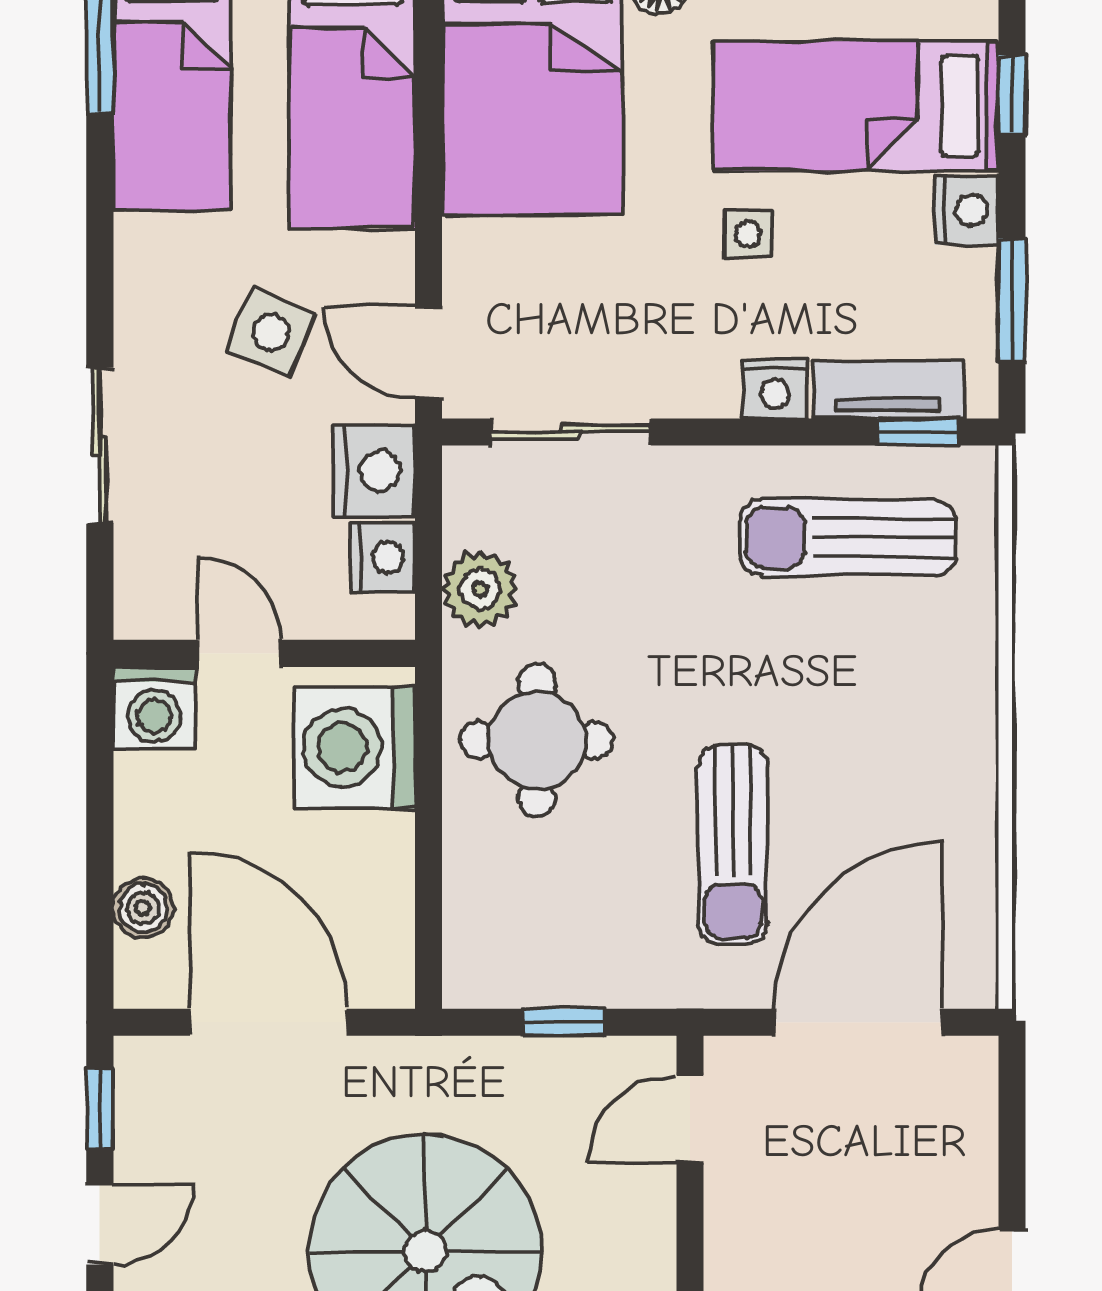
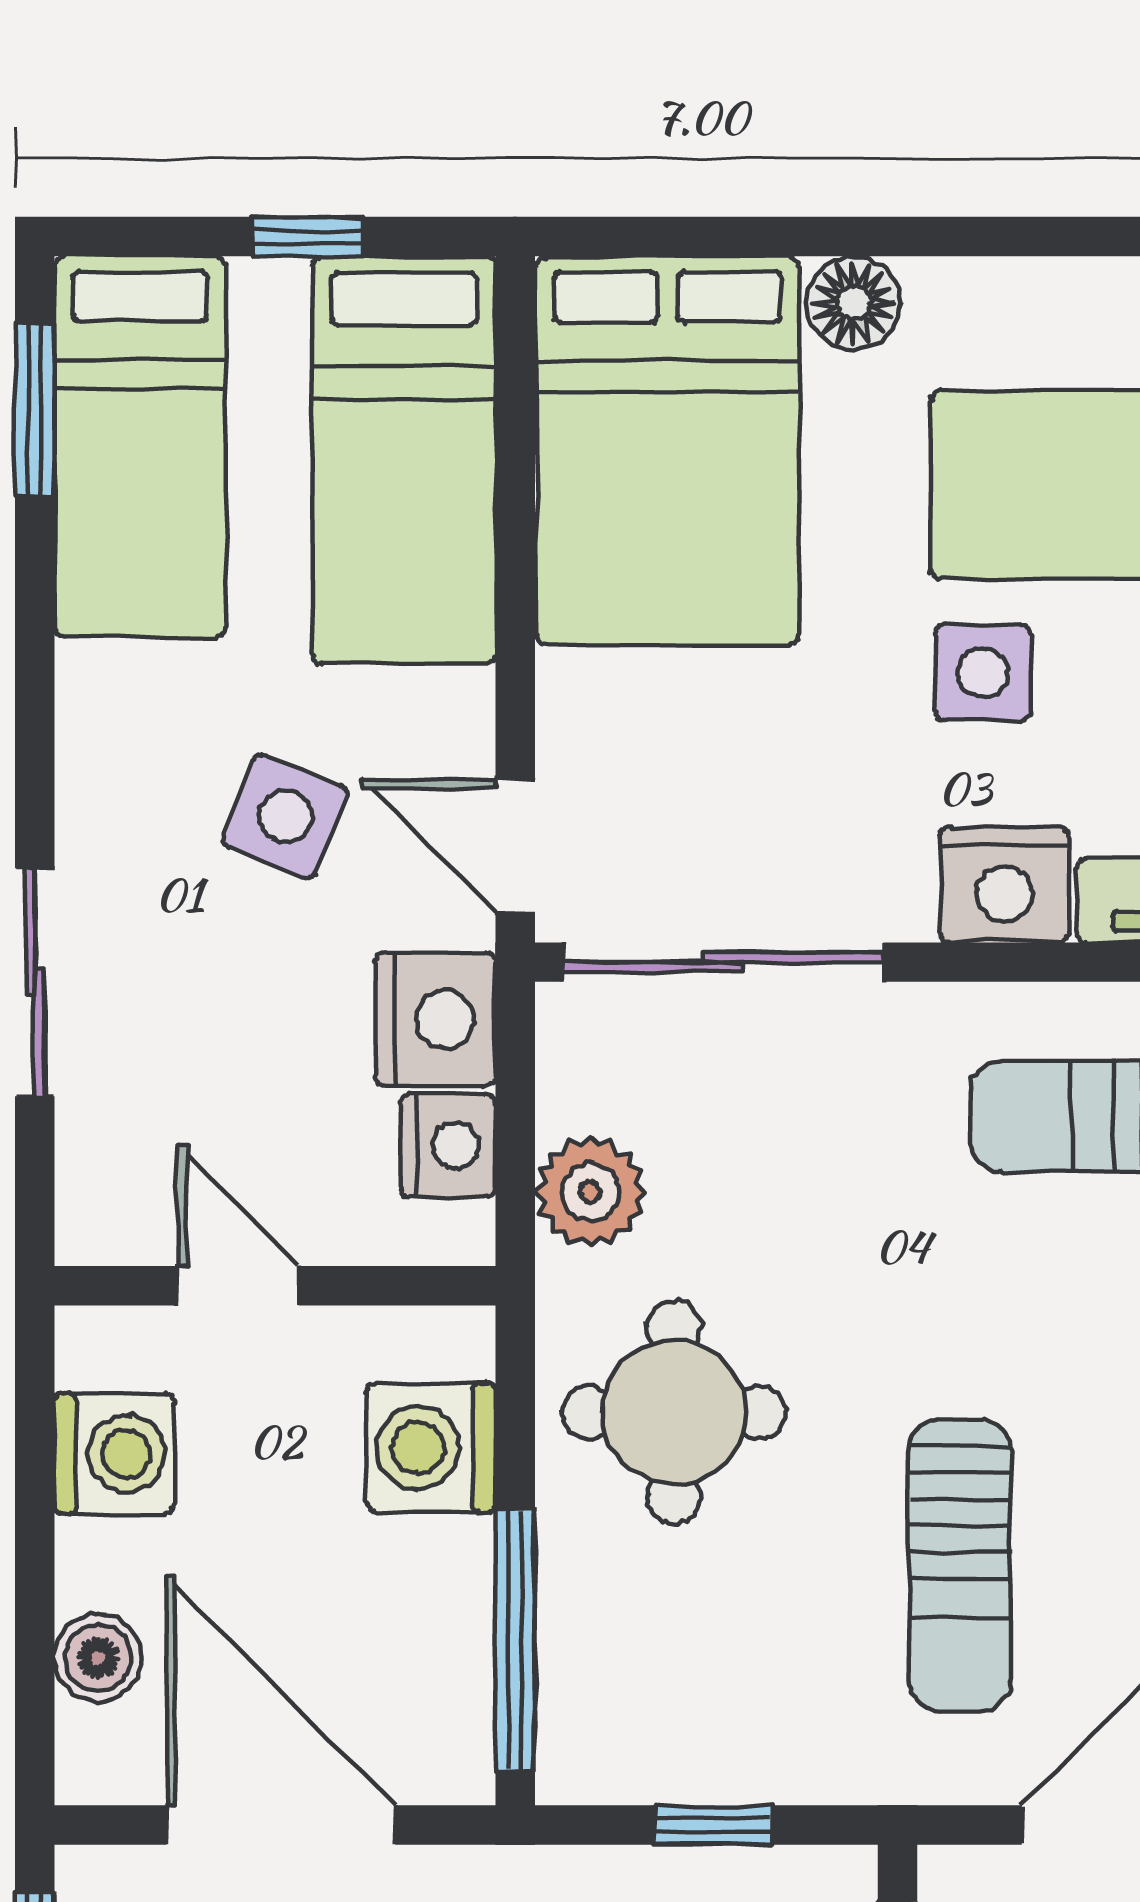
side table: (749, 234) -> (983, 673), width x1.37, depth x1.37
nightstand: (775, 389) -> (1004, 885), width x1.36, depth x1.33
sliding door: (571, 432) -> (723, 962), width x1.37
washing machine: (154, 708) -> (114, 1454), moved, turned -90
washing machine: (354, 748) -> (431, 1448), width x0.73, depth x0.73
window: (428, 896) -> (515, 1640), added

